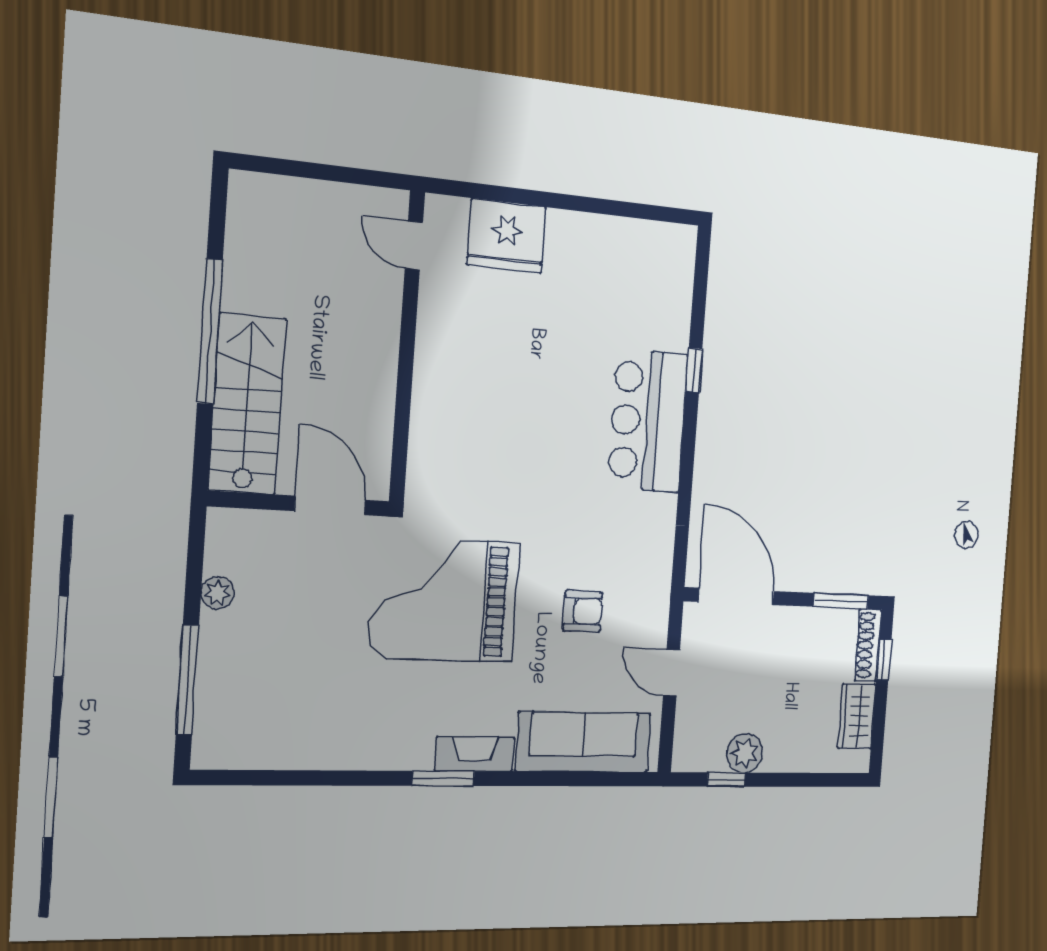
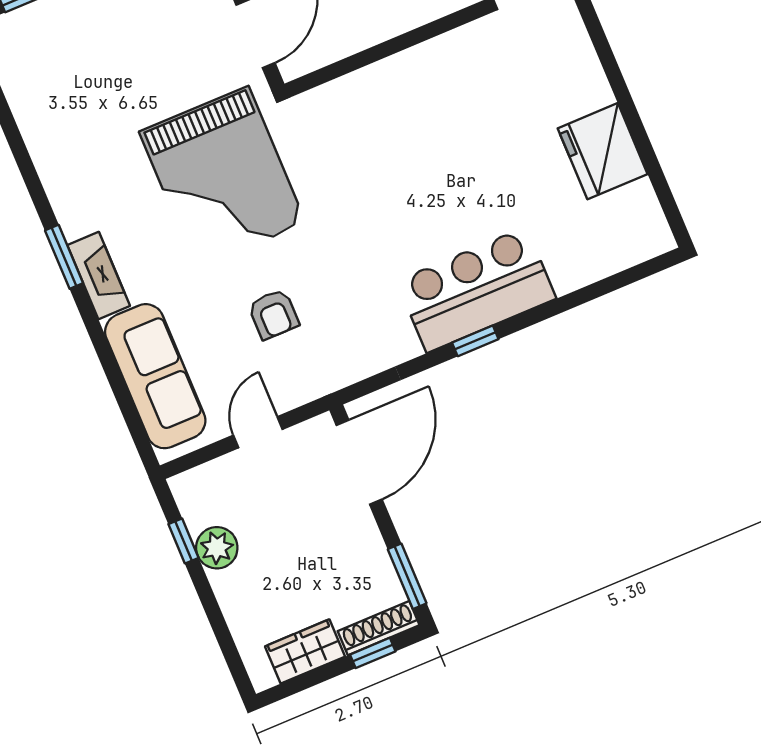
fridge: (507, 236) -> (603, 151), moved
window: (694, 370) -> (475, 341), moved
grand piano: (444, 600) -> (222, 177), turned 180

